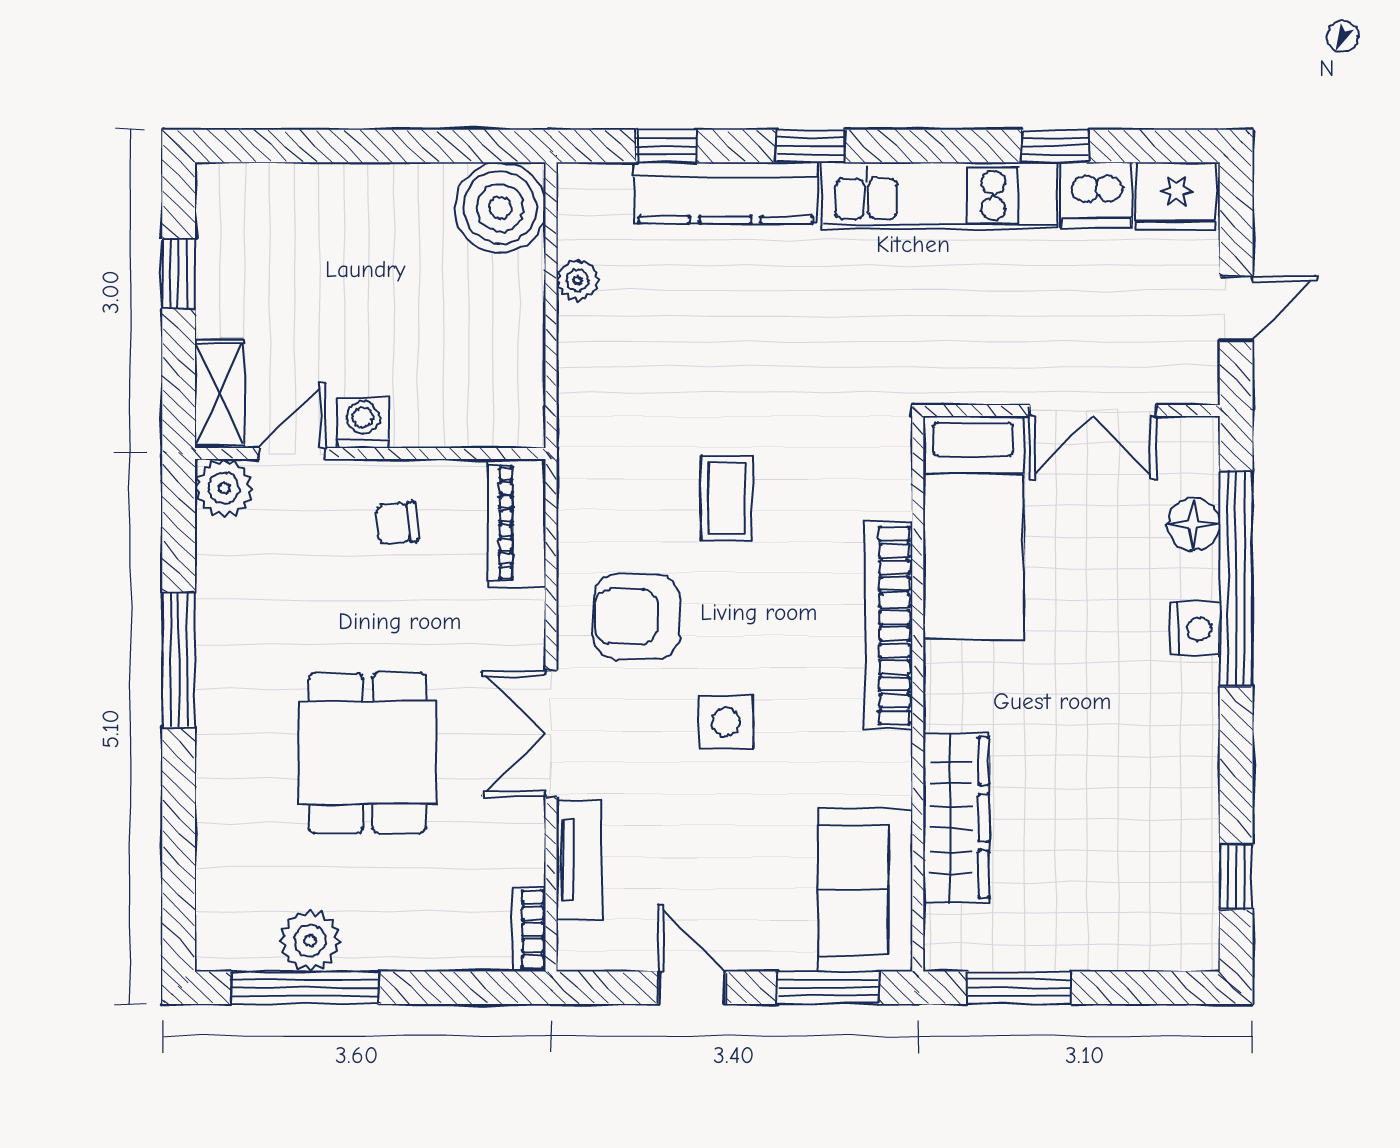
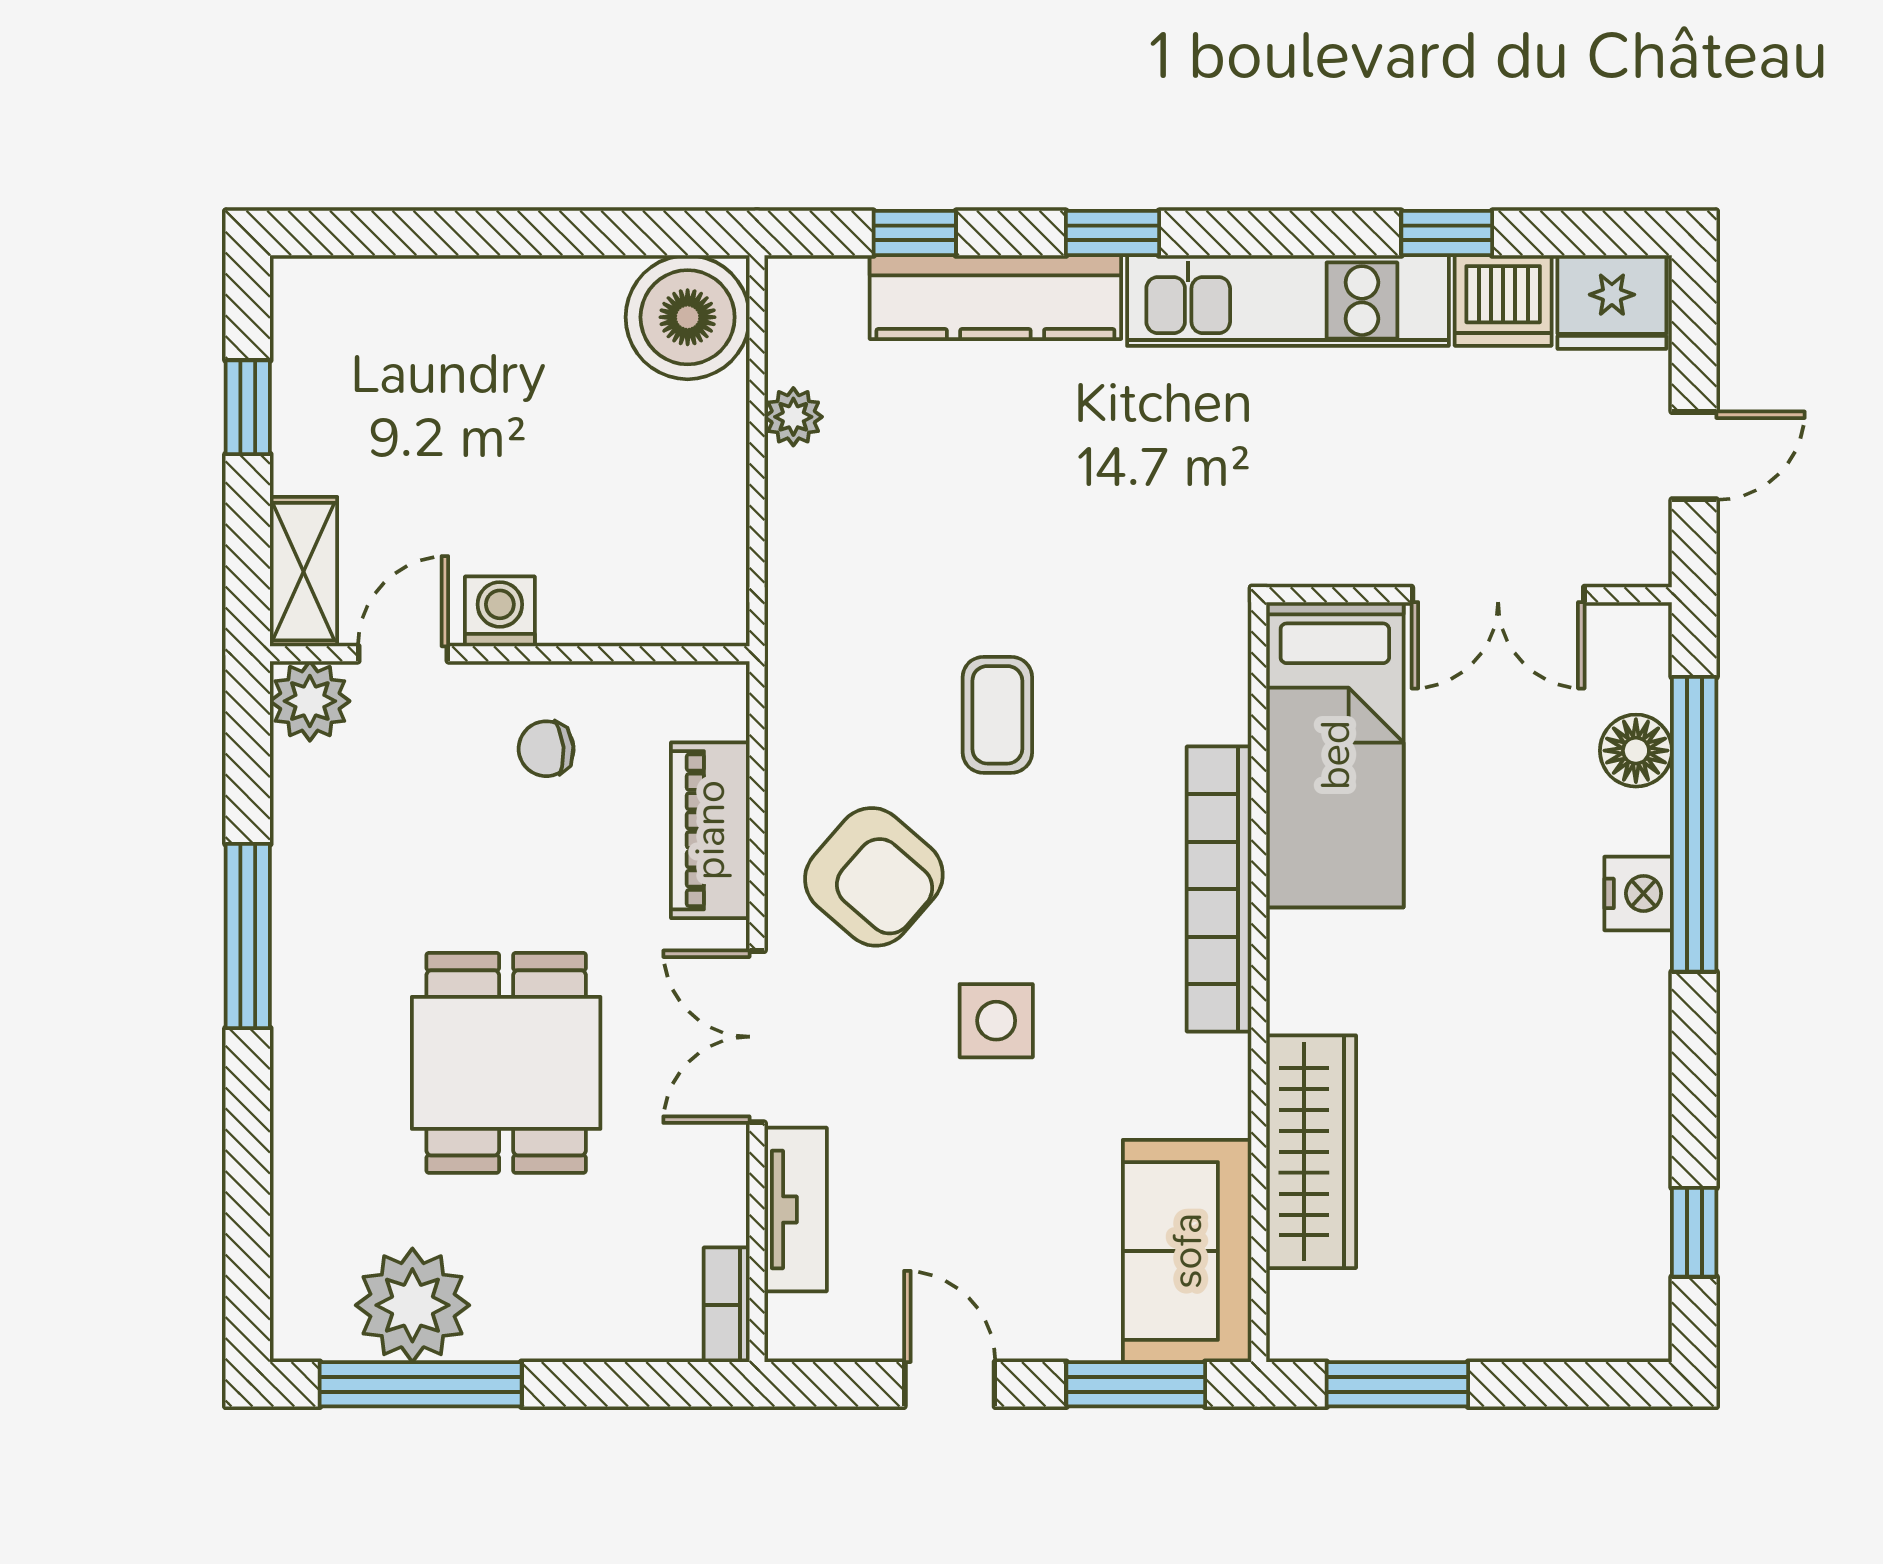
piano: (517, 523) -> (710, 830), moved
armchair: (636, 617) -> (874, 877), turned -139
plant: (310, 941) -> (412, 1305), width x1.36, depth x1.36

